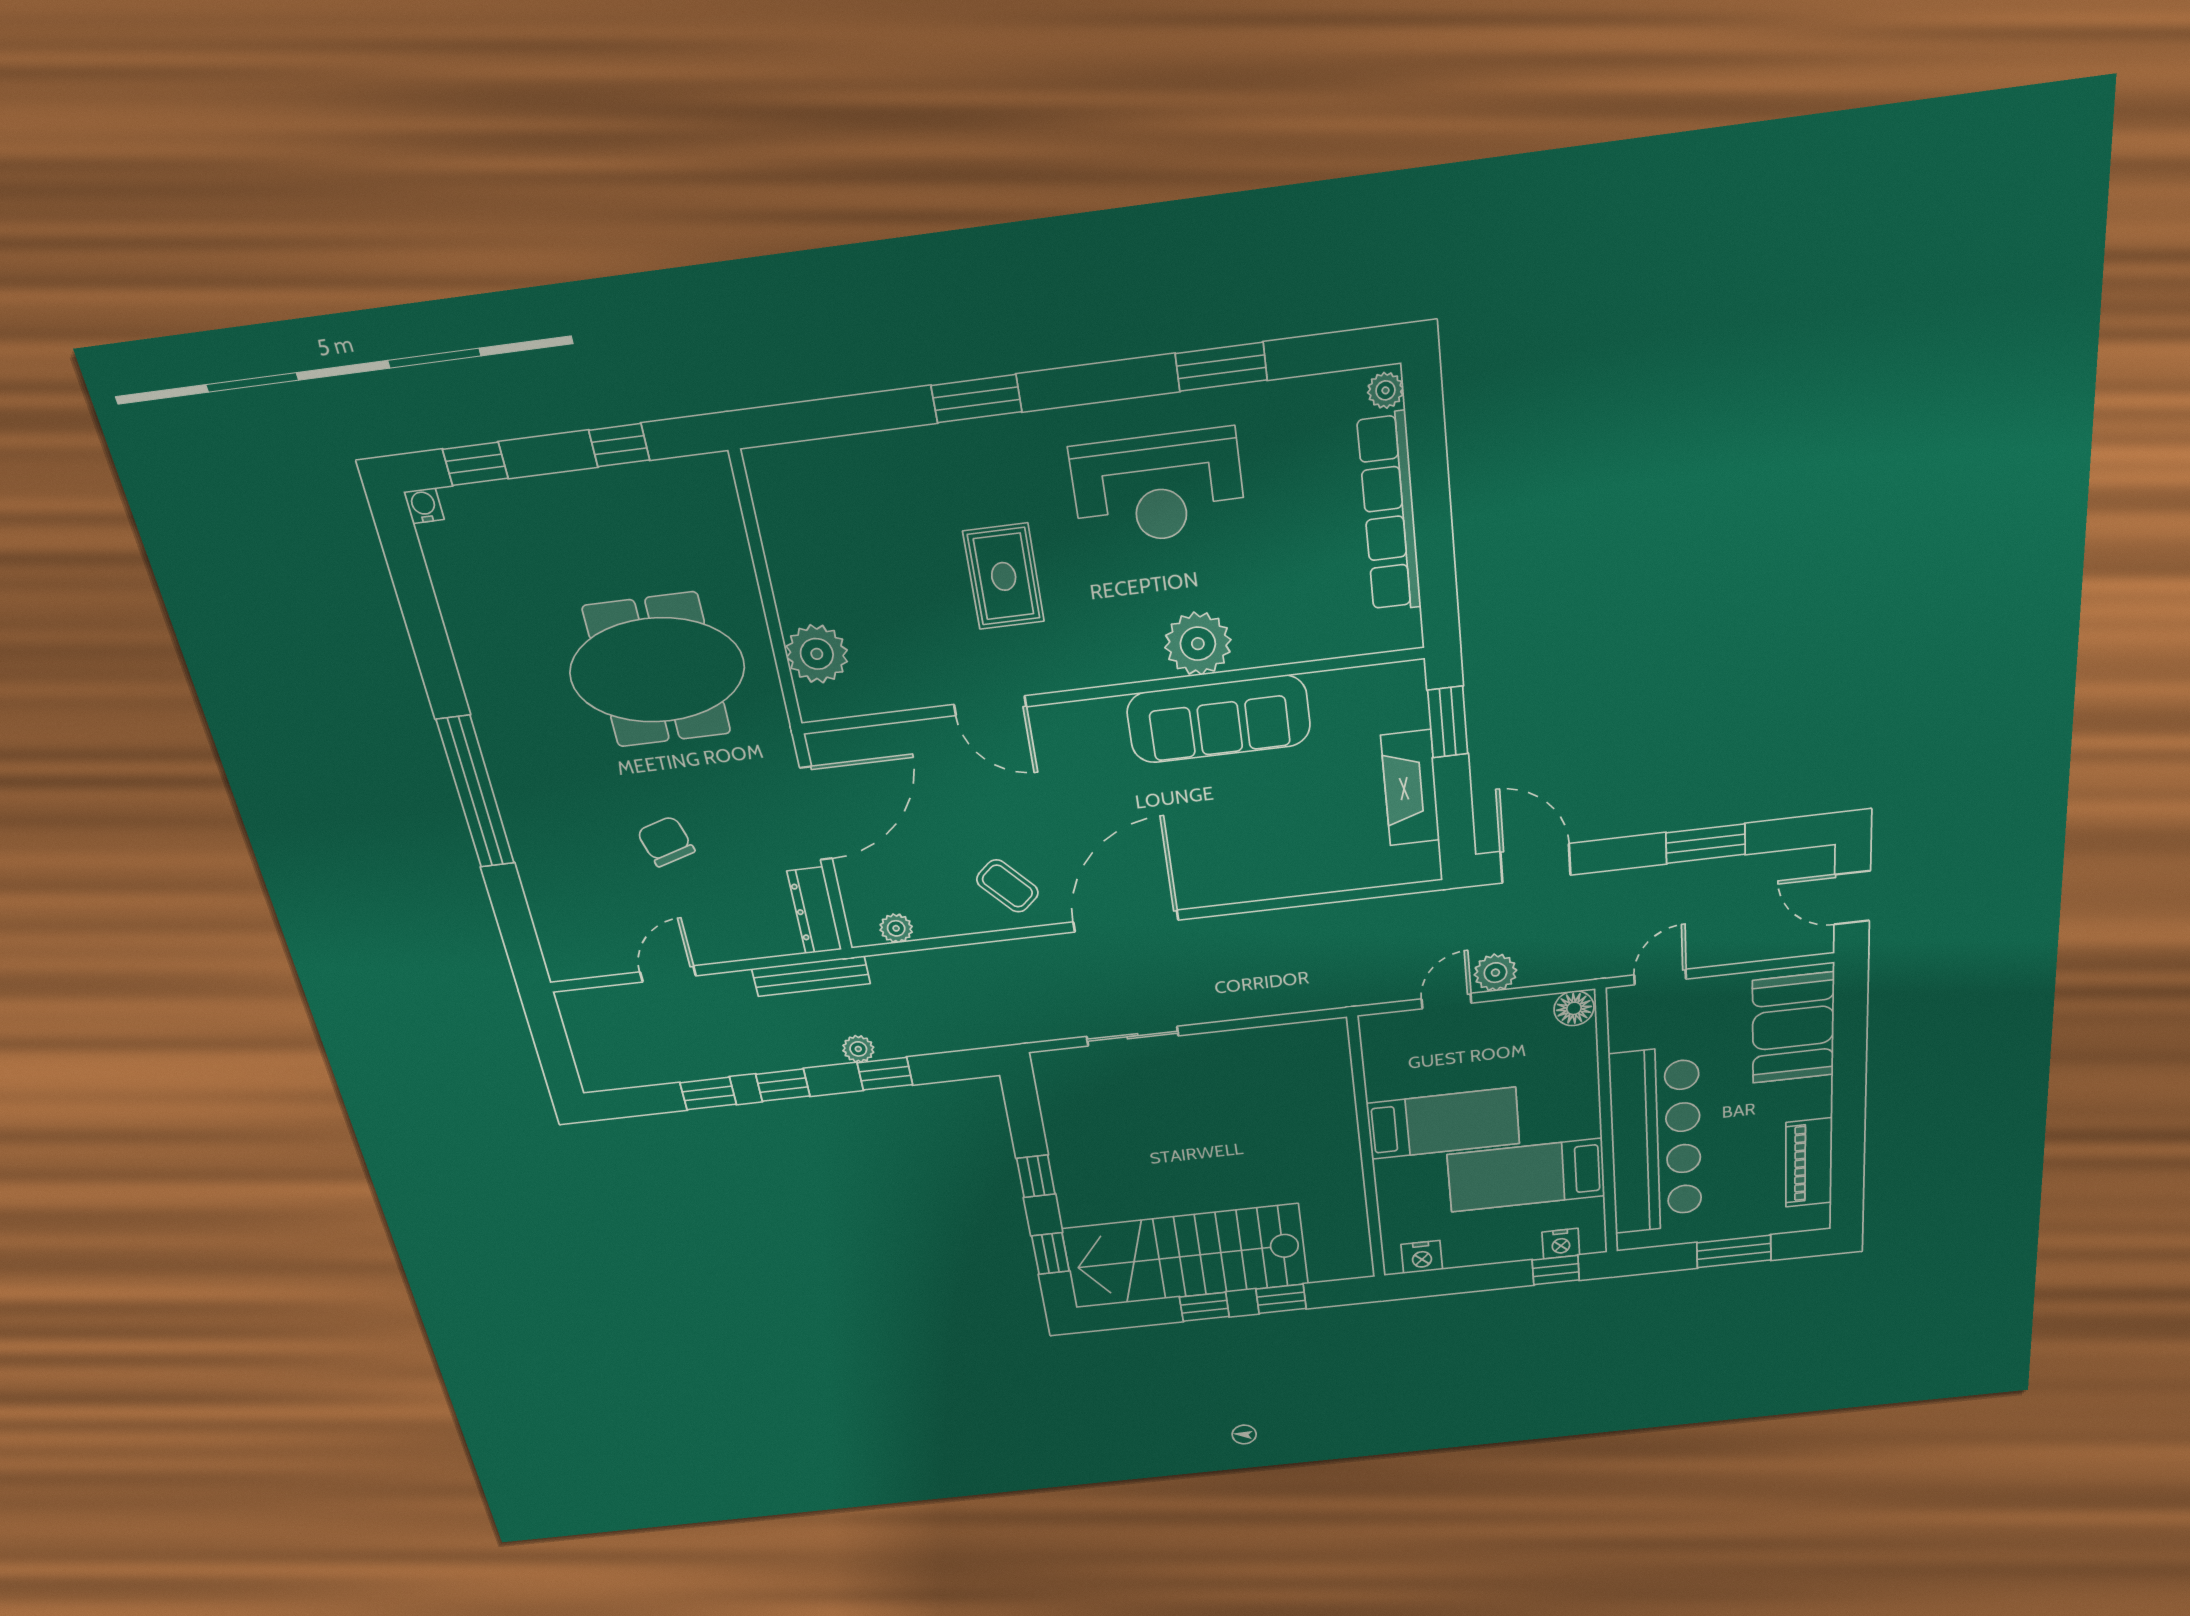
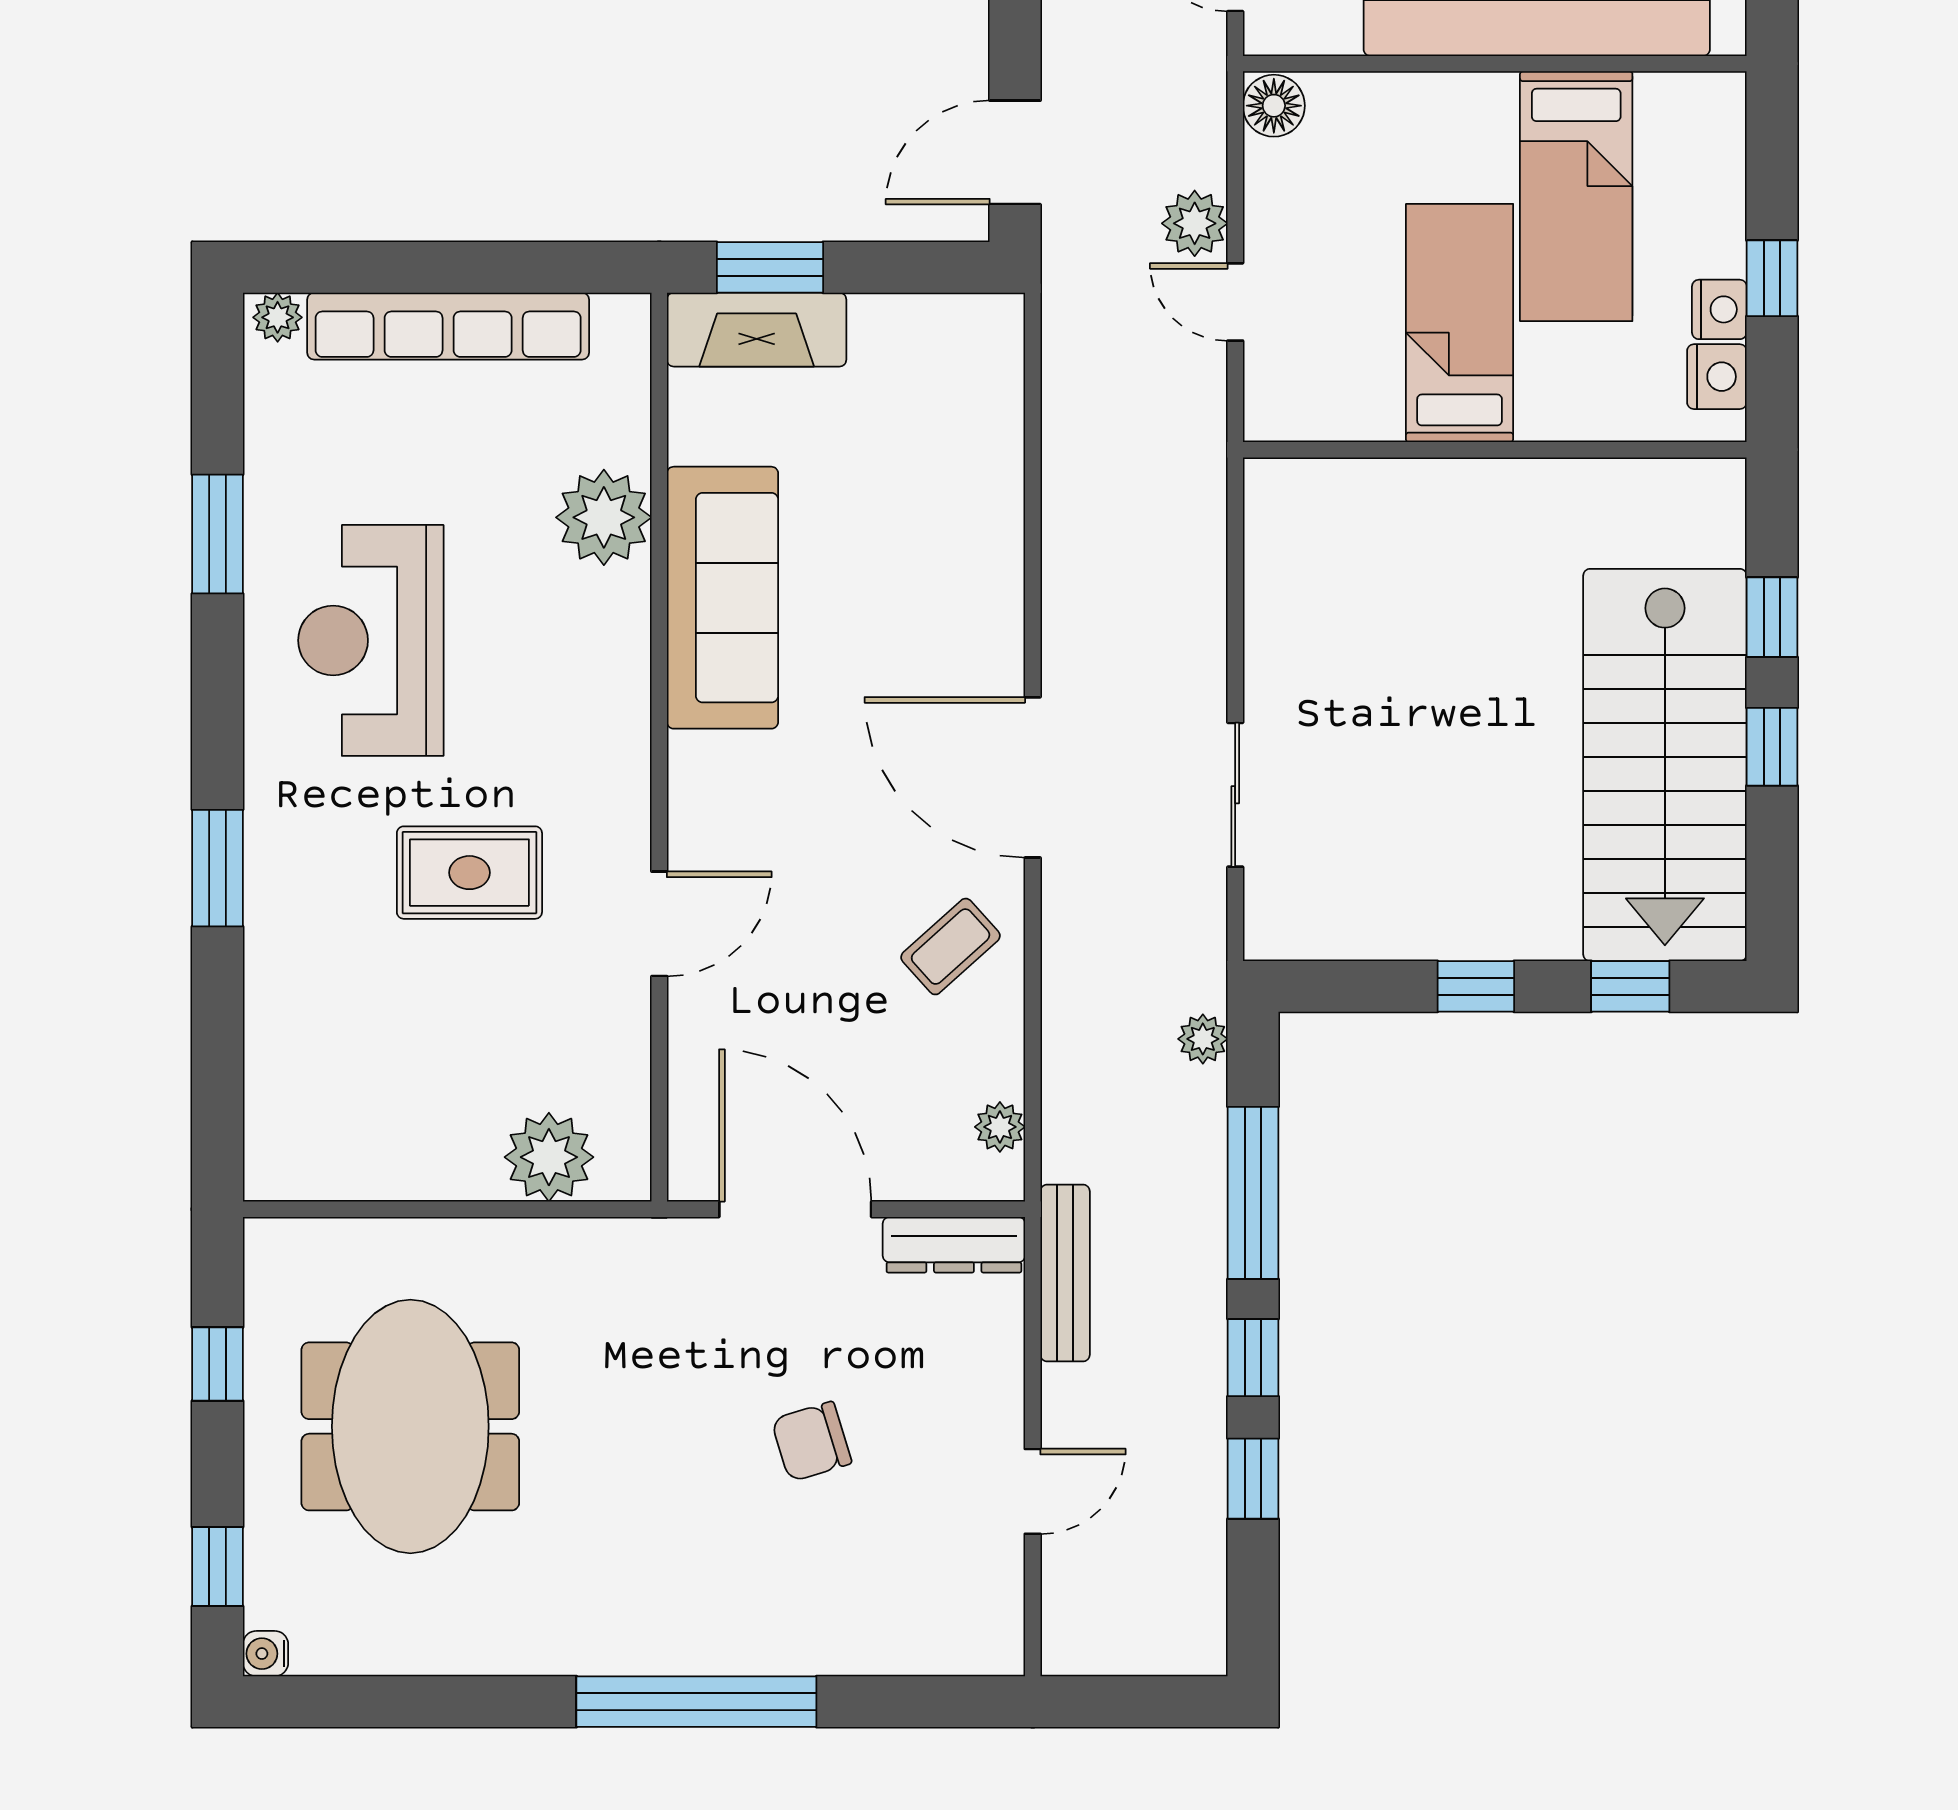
reception desk: (1158, 488) -> (371, 640), turned 180
plant: (1198, 644) -> (604, 517), moved
meeting table: (657, 670) -> (410, 1426), moved
fireplace: (1410, 788) -> (757, 330), moved
door: (668, 974) -> (1033, 1491), swing flipped
plant: (858, 1049) -> (1203, 1039), moved
window: (885, 1074) -> (1253, 1193), width x2.17
nightstand: (1561, 1244) -> (1719, 309), moved
window: (1556, 1270) -> (1772, 278), moved

